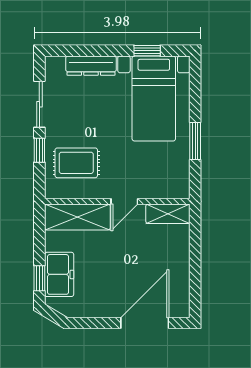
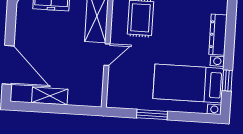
door: (124, 201) -> (107, 55), swing flipped
shelving: (168, 214) -> (50, 96), moved, turned 90

